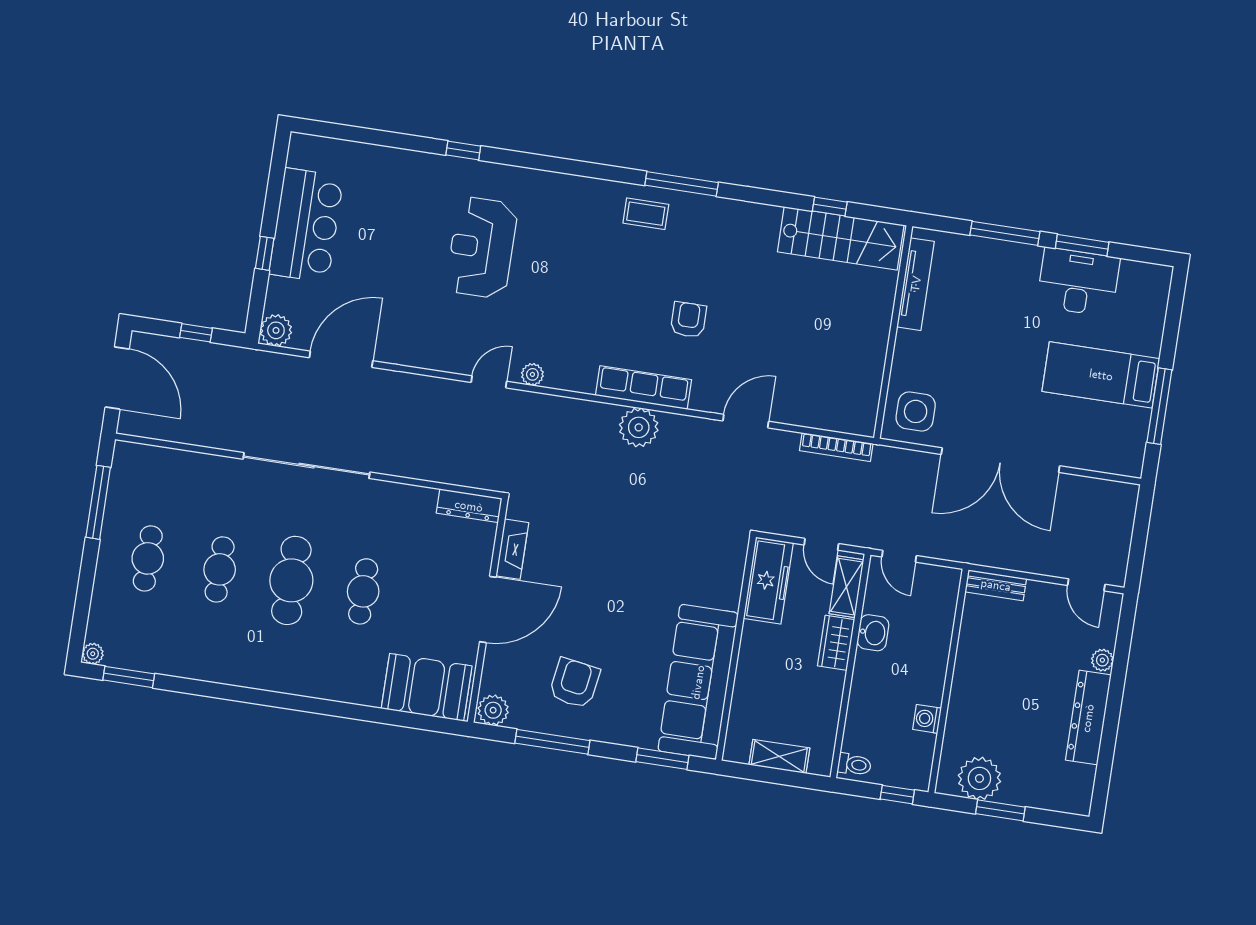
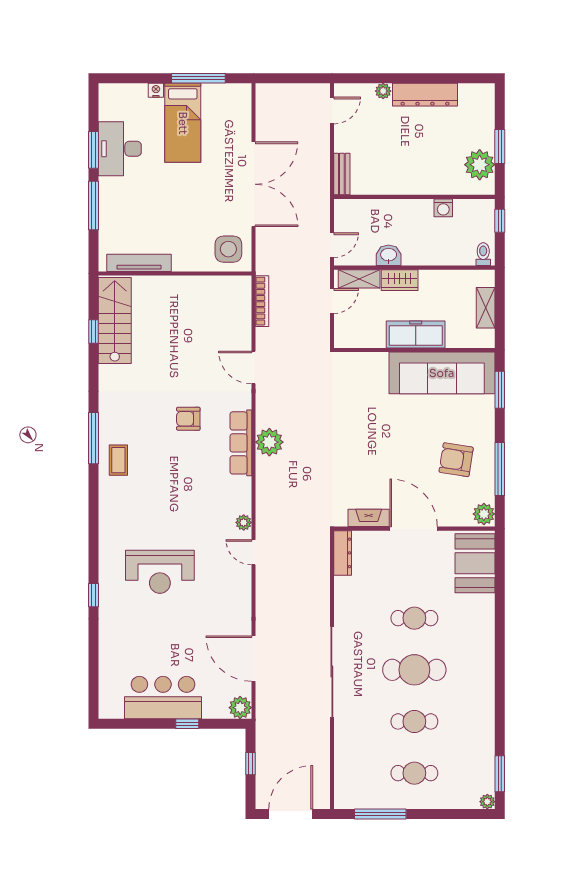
nightstand: (1152, 345) -> (156, 90), added
freezer: (768, 581) -> (416, 334), moved

